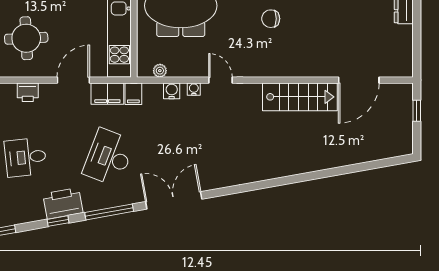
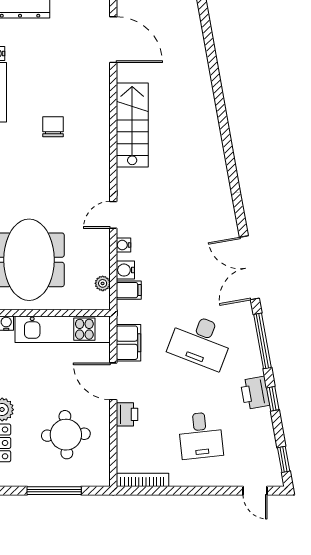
chair: (271, 19) -> (53, 127), moved, turned 180
door: (359, 80) -> (113, 40), moved
printer: (28, 92) -> (127, 414), moved
filing cabinet: (133, 94) -> (129, 290), moved
printer: (63, 203) -> (255, 393), width x0.73, depth x0.84

